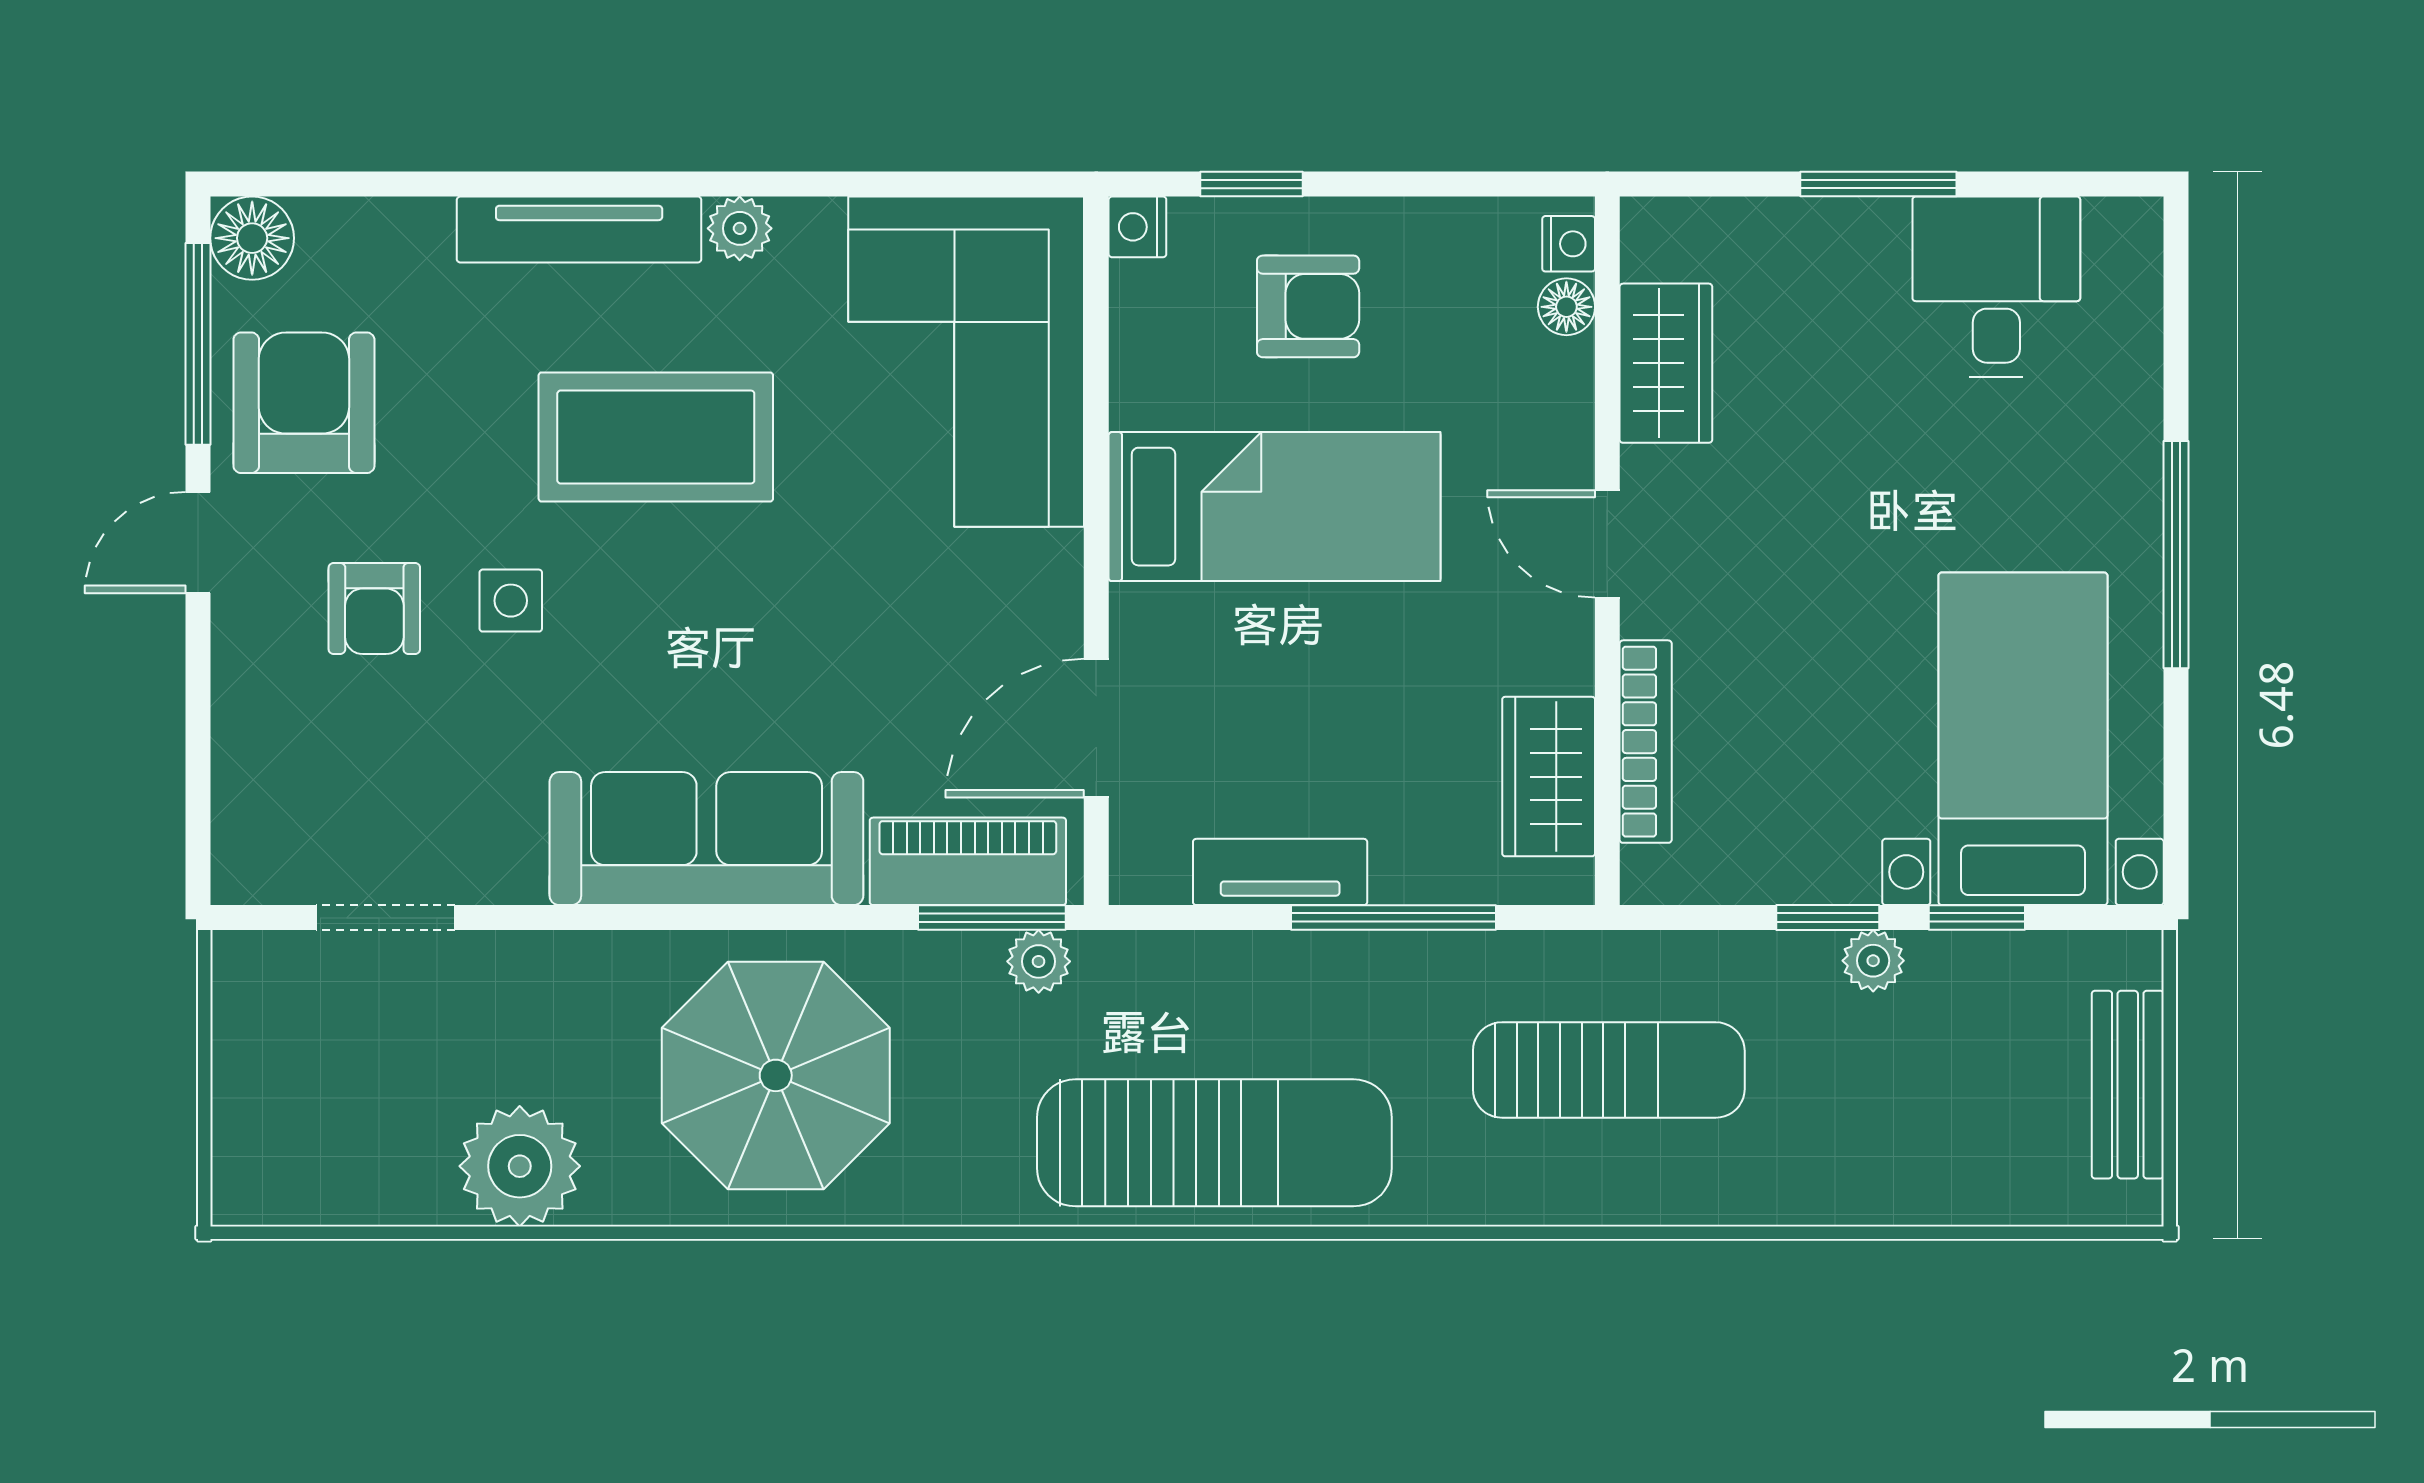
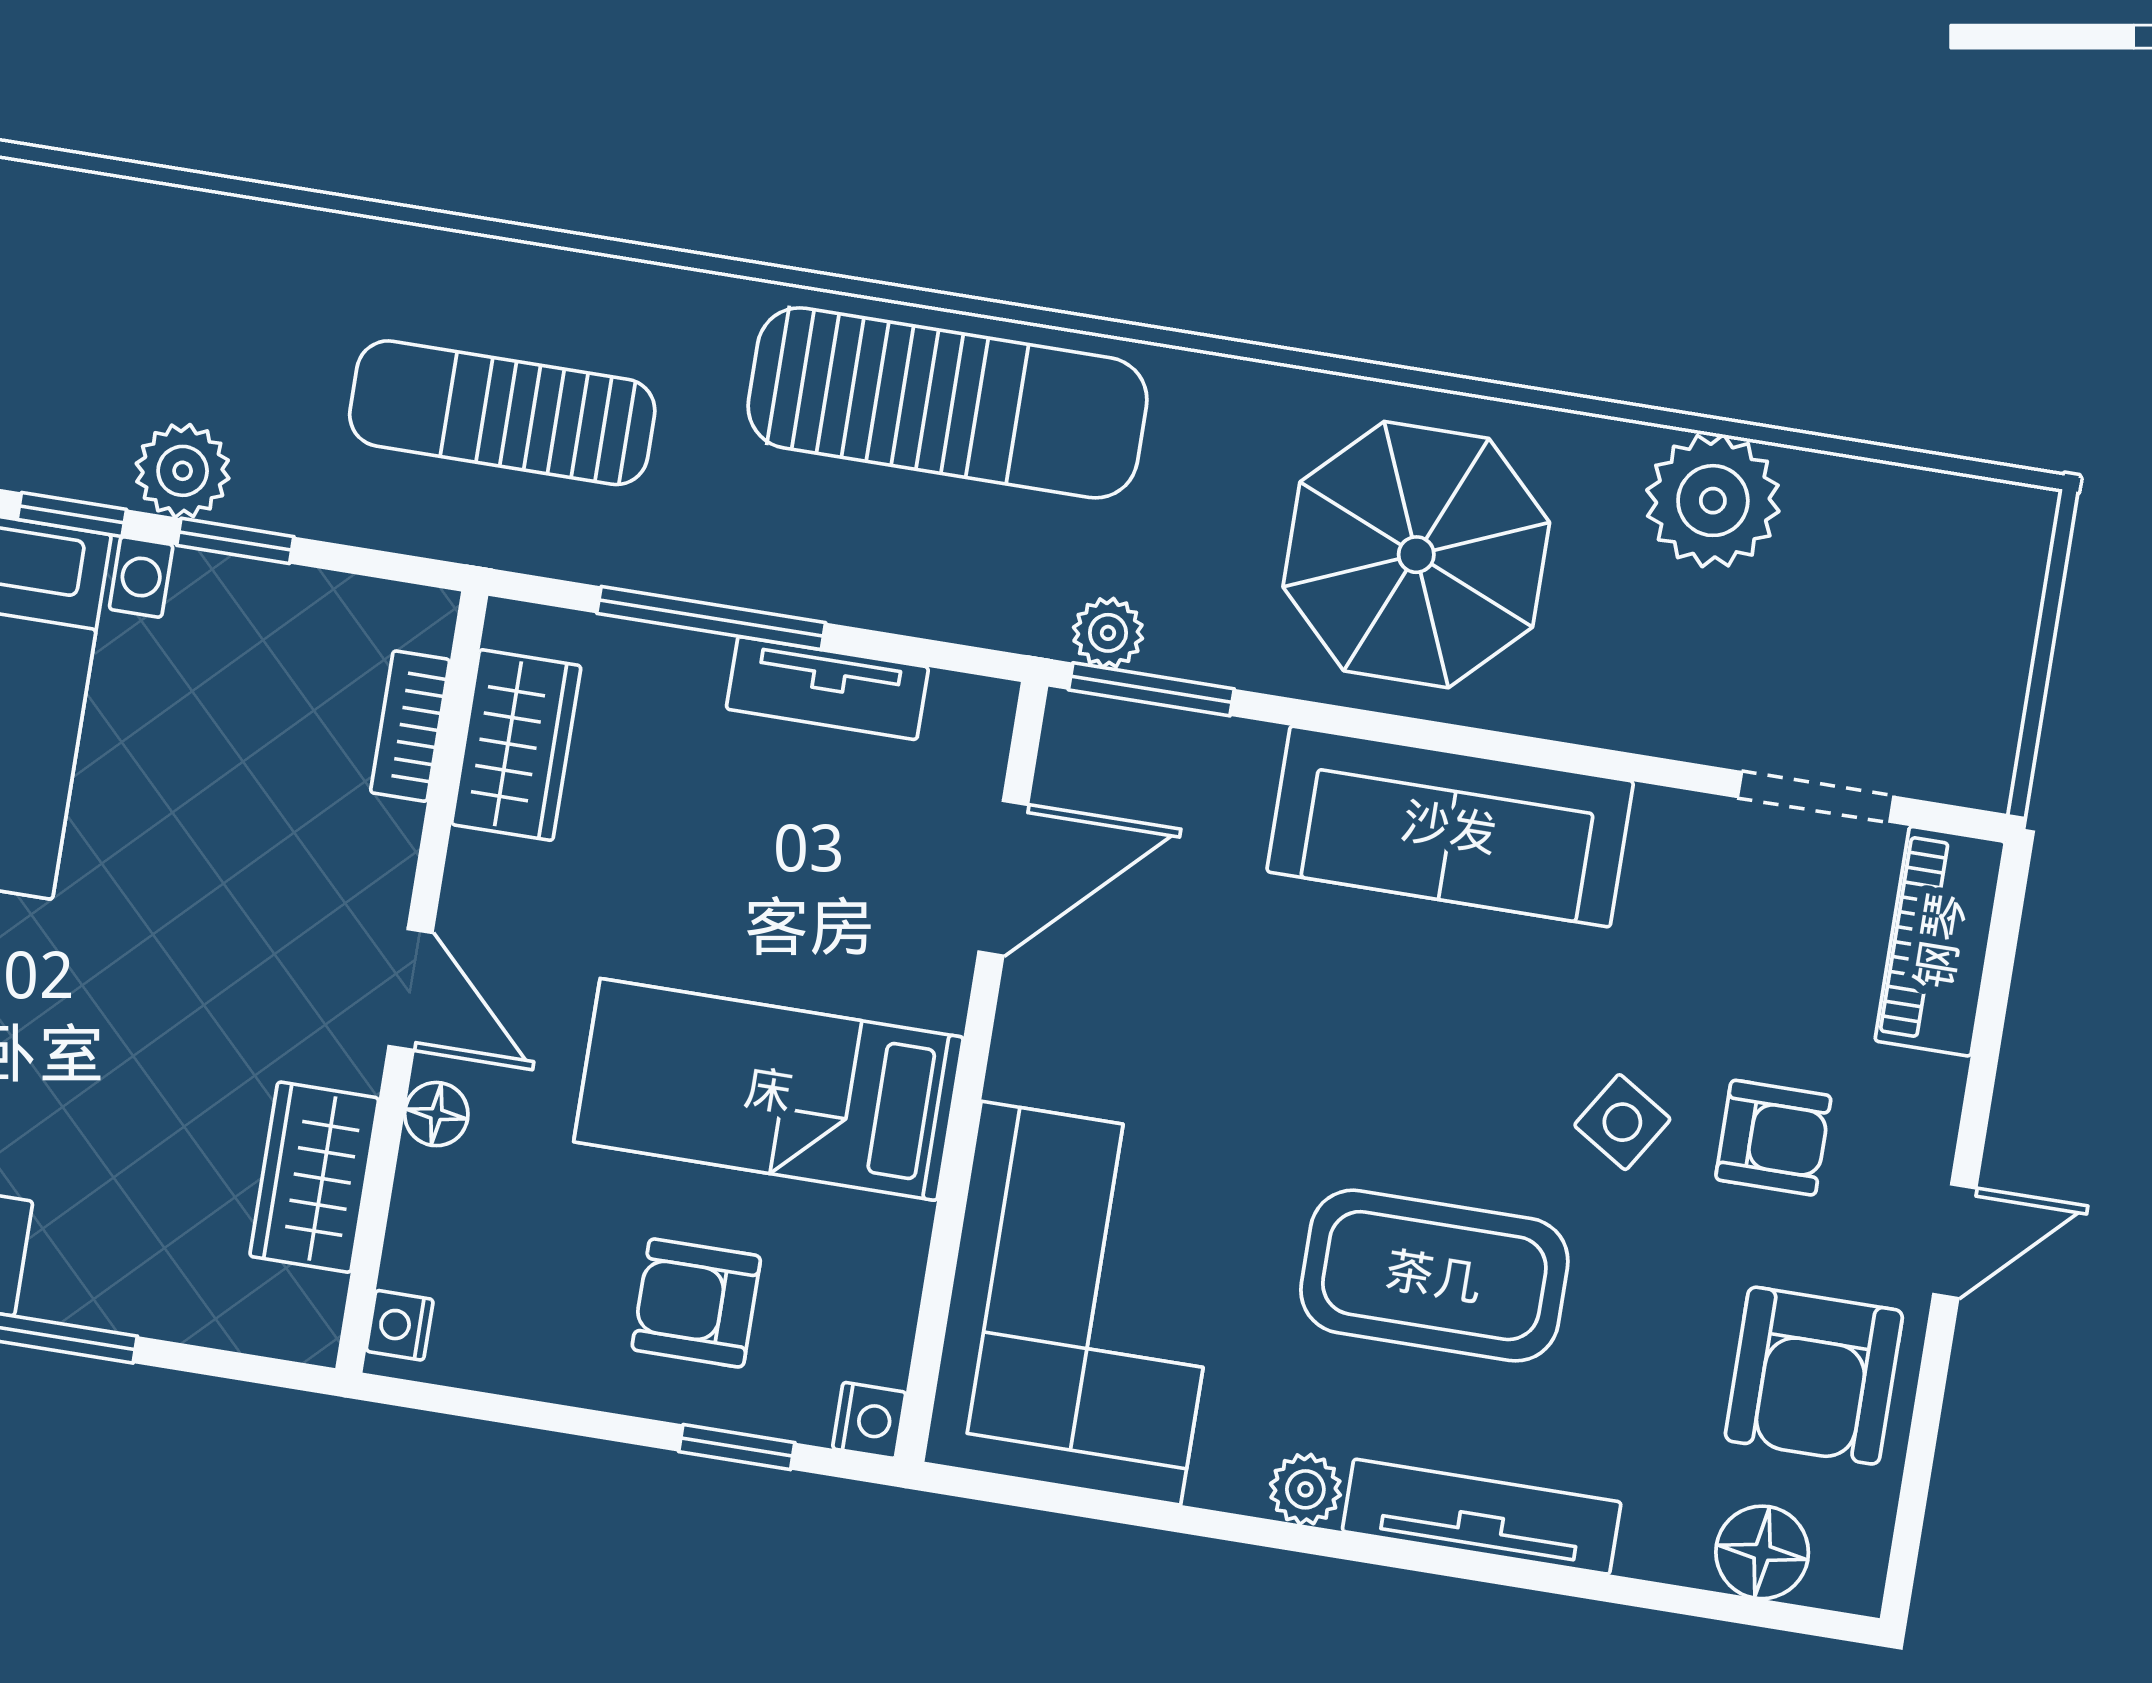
floor lamp: (252, 238) -> (1762, 1552), moved
floor lamp: (1566, 307) -> (436, 1114), moved
window: (198, 344) -> (1919, 1459), removed
side table: (511, 601) -> (1622, 1122), turned 32
armchair: (374, 608) -> (1773, 1138), turned 90
bookcase: (1646, 742) -> (410, 726), width x0.64
piano: (968, 861) -> (1940, 941), moved, turned 90
plant: (1873, 961) -> (183, 471), width x1.38, depth x1.38
sun lounger: (1214, 1143) -> (947, 403), turned 180

